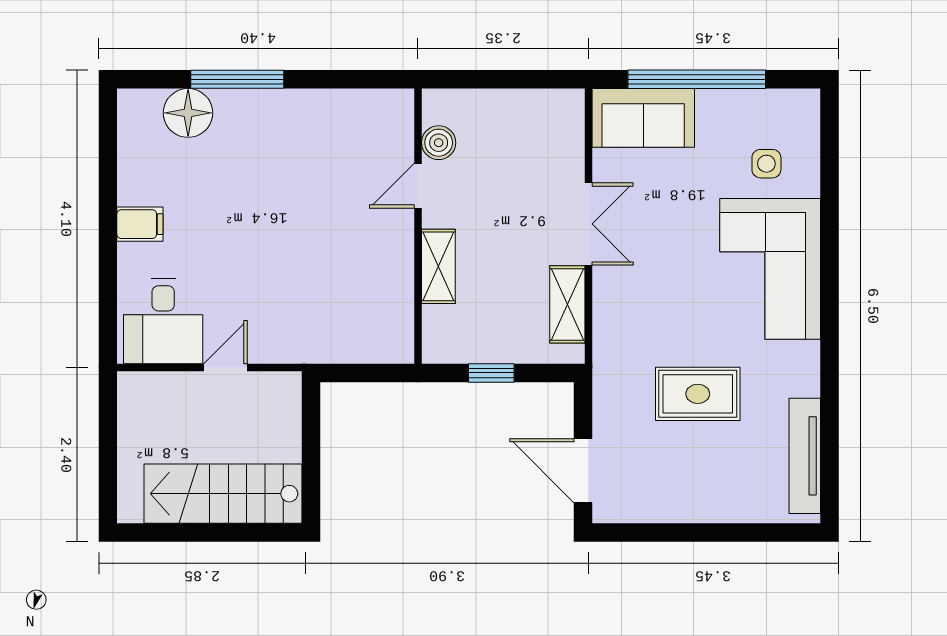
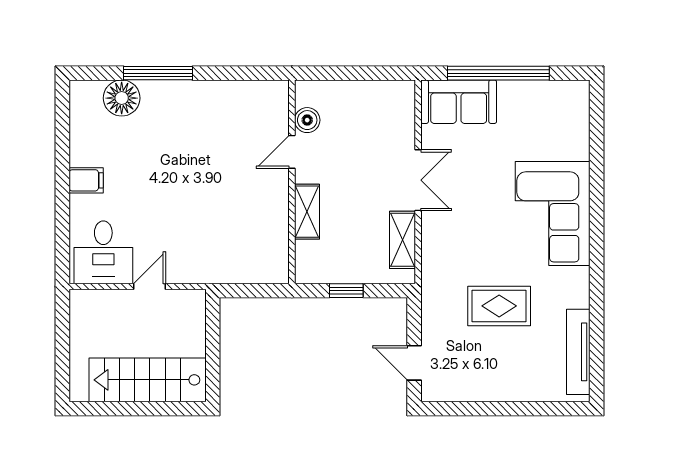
side table: (766, 164) -> (550, 136), removed
door: (583, 471) -> (414, 363), width x0.73

